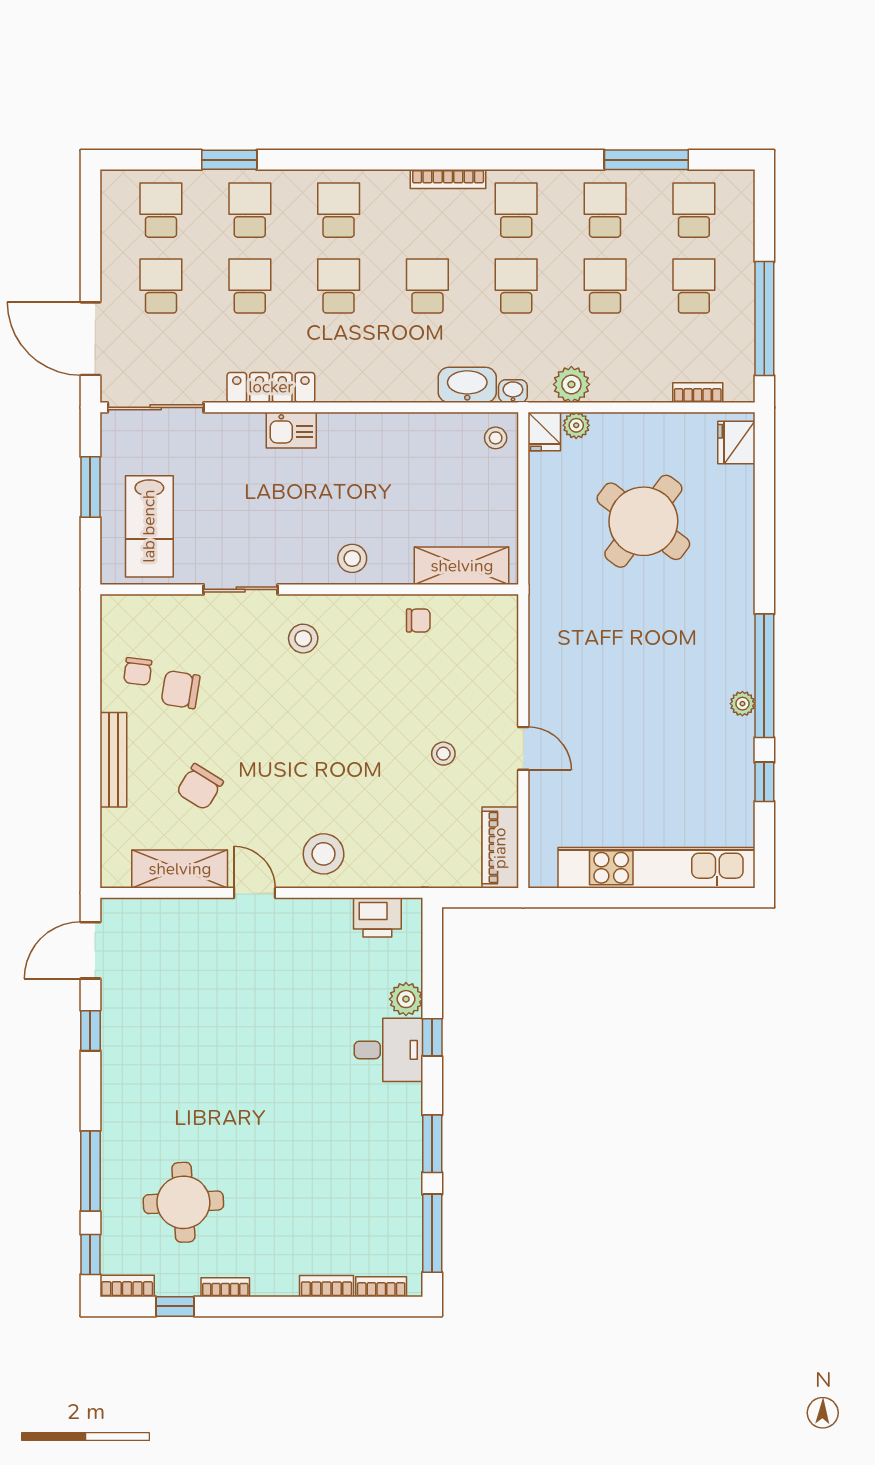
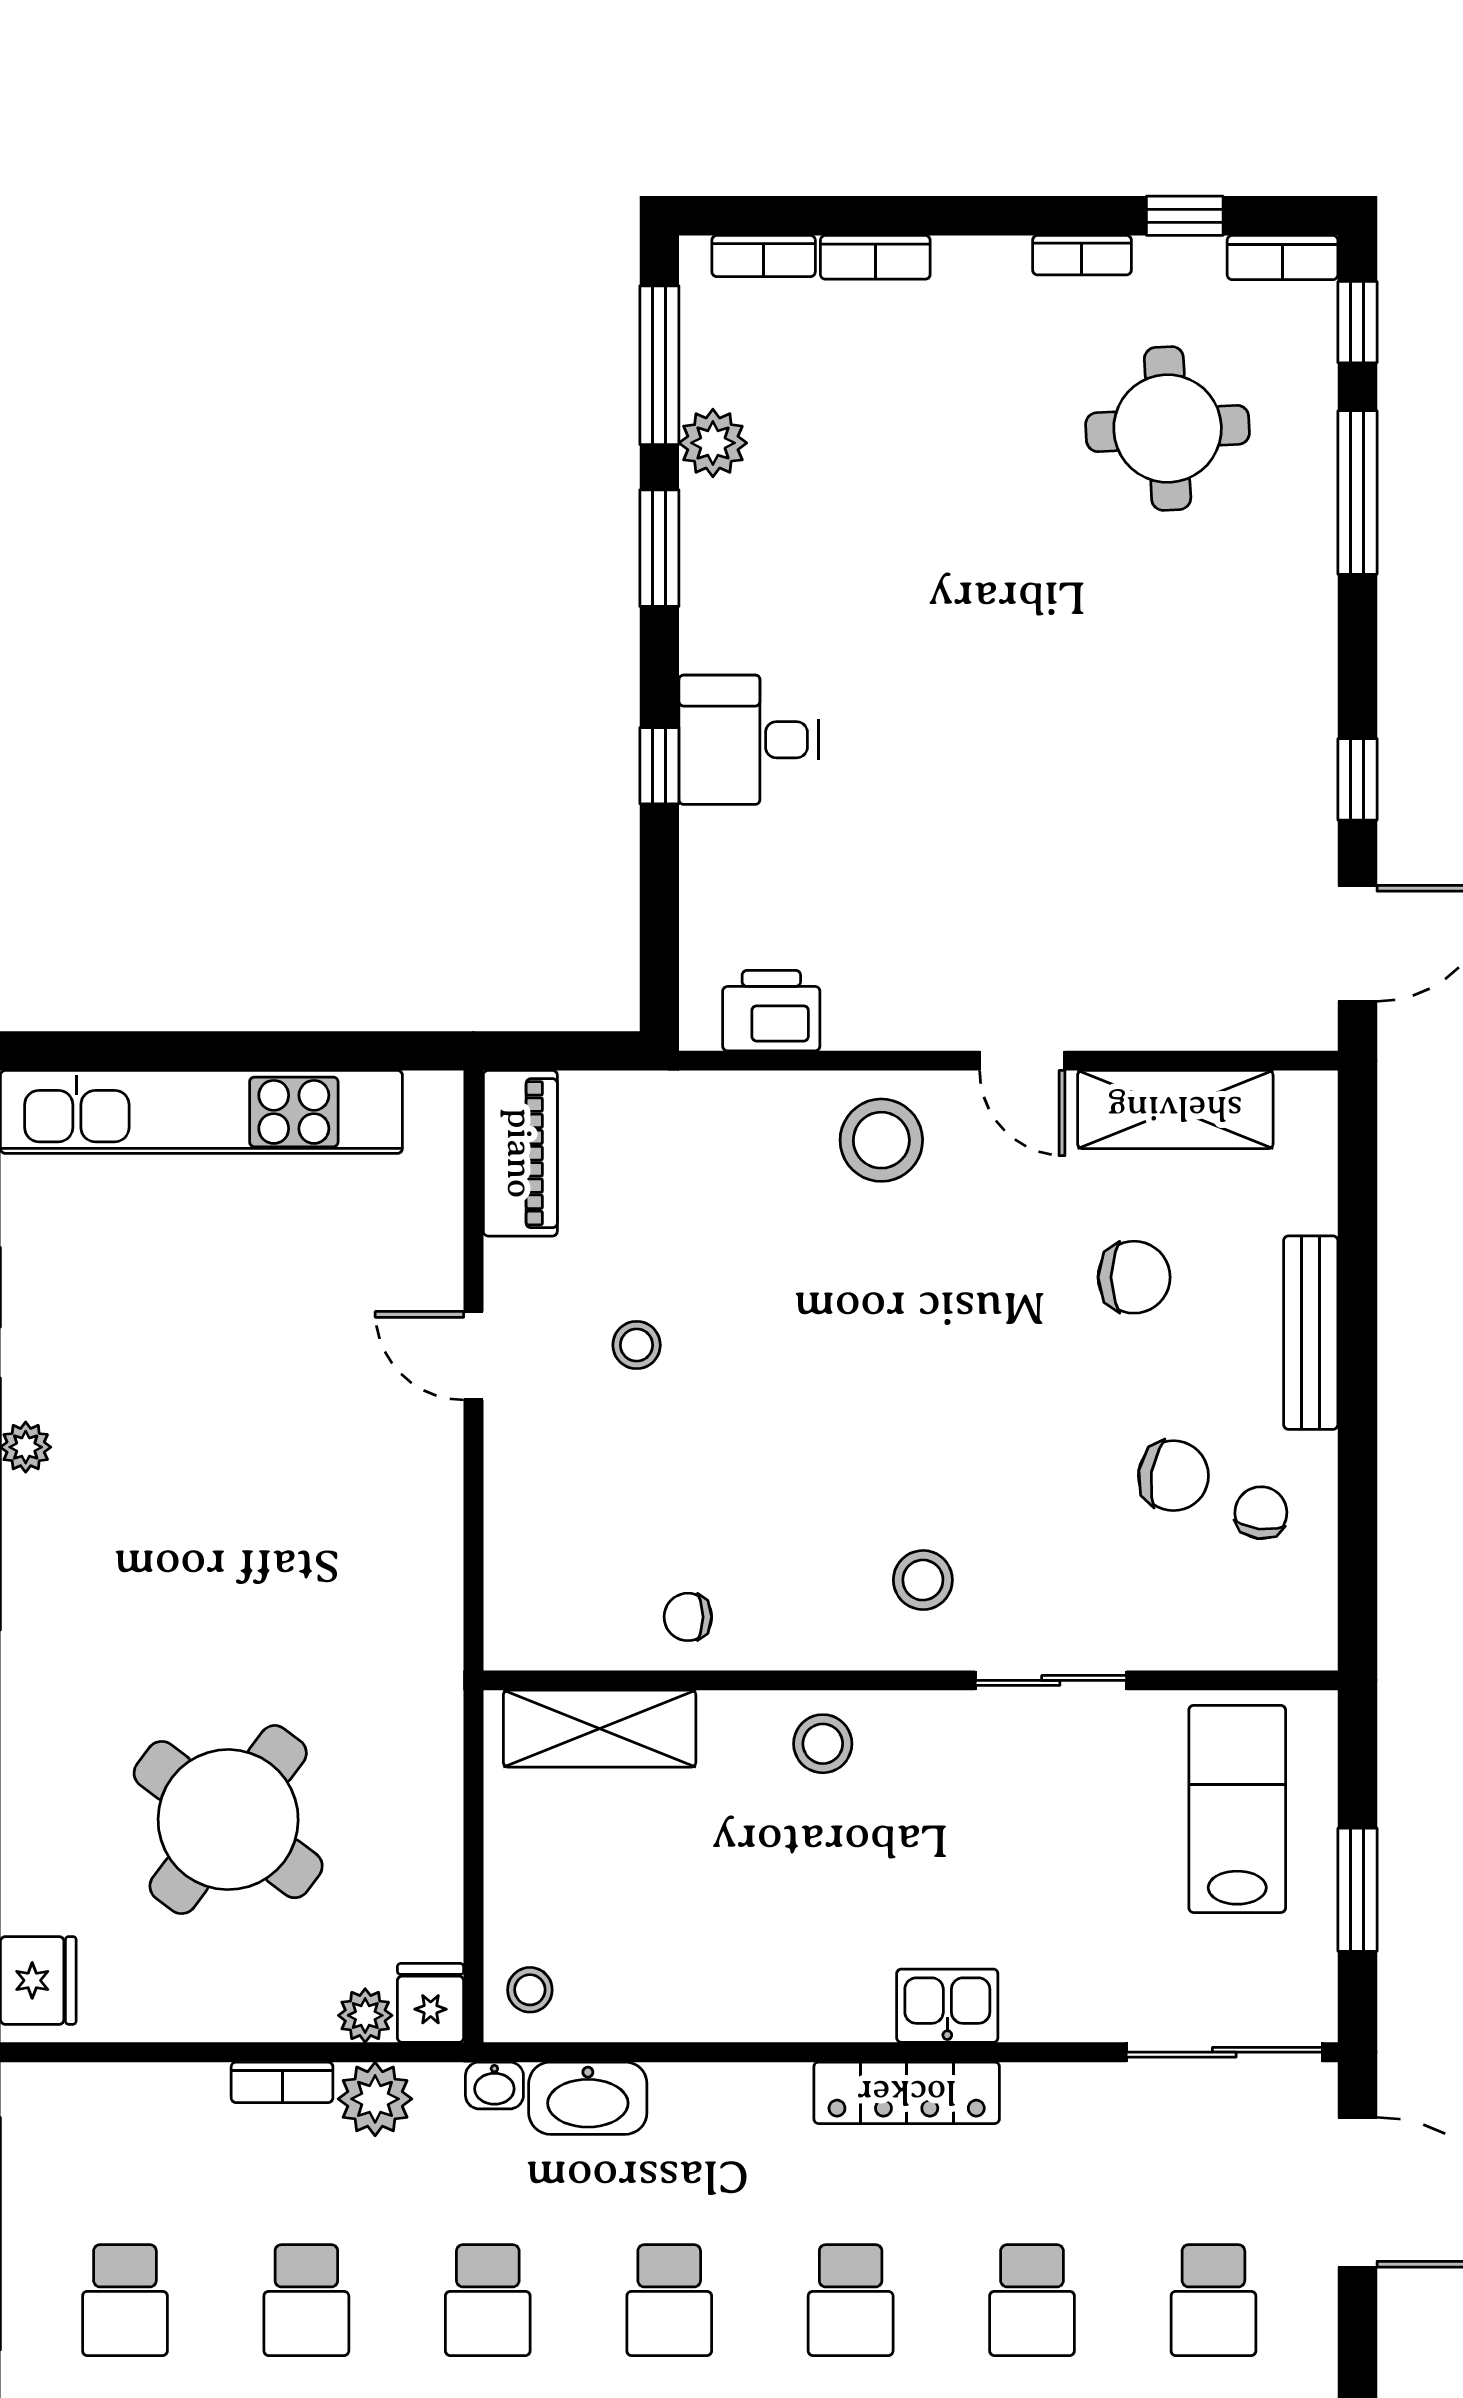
locker: (271, 387) -> (907, 2093), moved
bookcase: (698, 393) -> (282, 2082), moved
chair: (200, 787) -> (1134, 1277), turned 58
plant: (406, 999) -> (713, 443), moved

